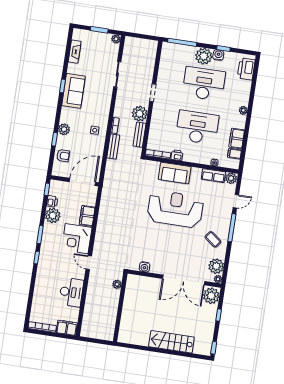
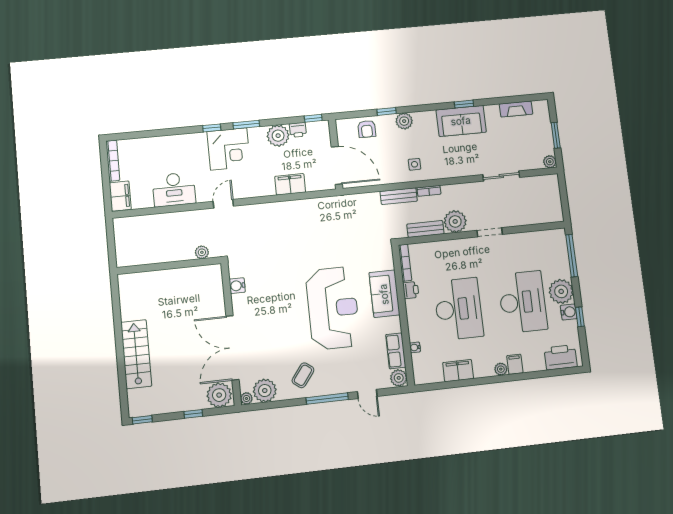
filing cabinet: (234, 154) -> (515, 364), moved
corner desk: (77, 239) -> (229, 149), moved, turned 180

